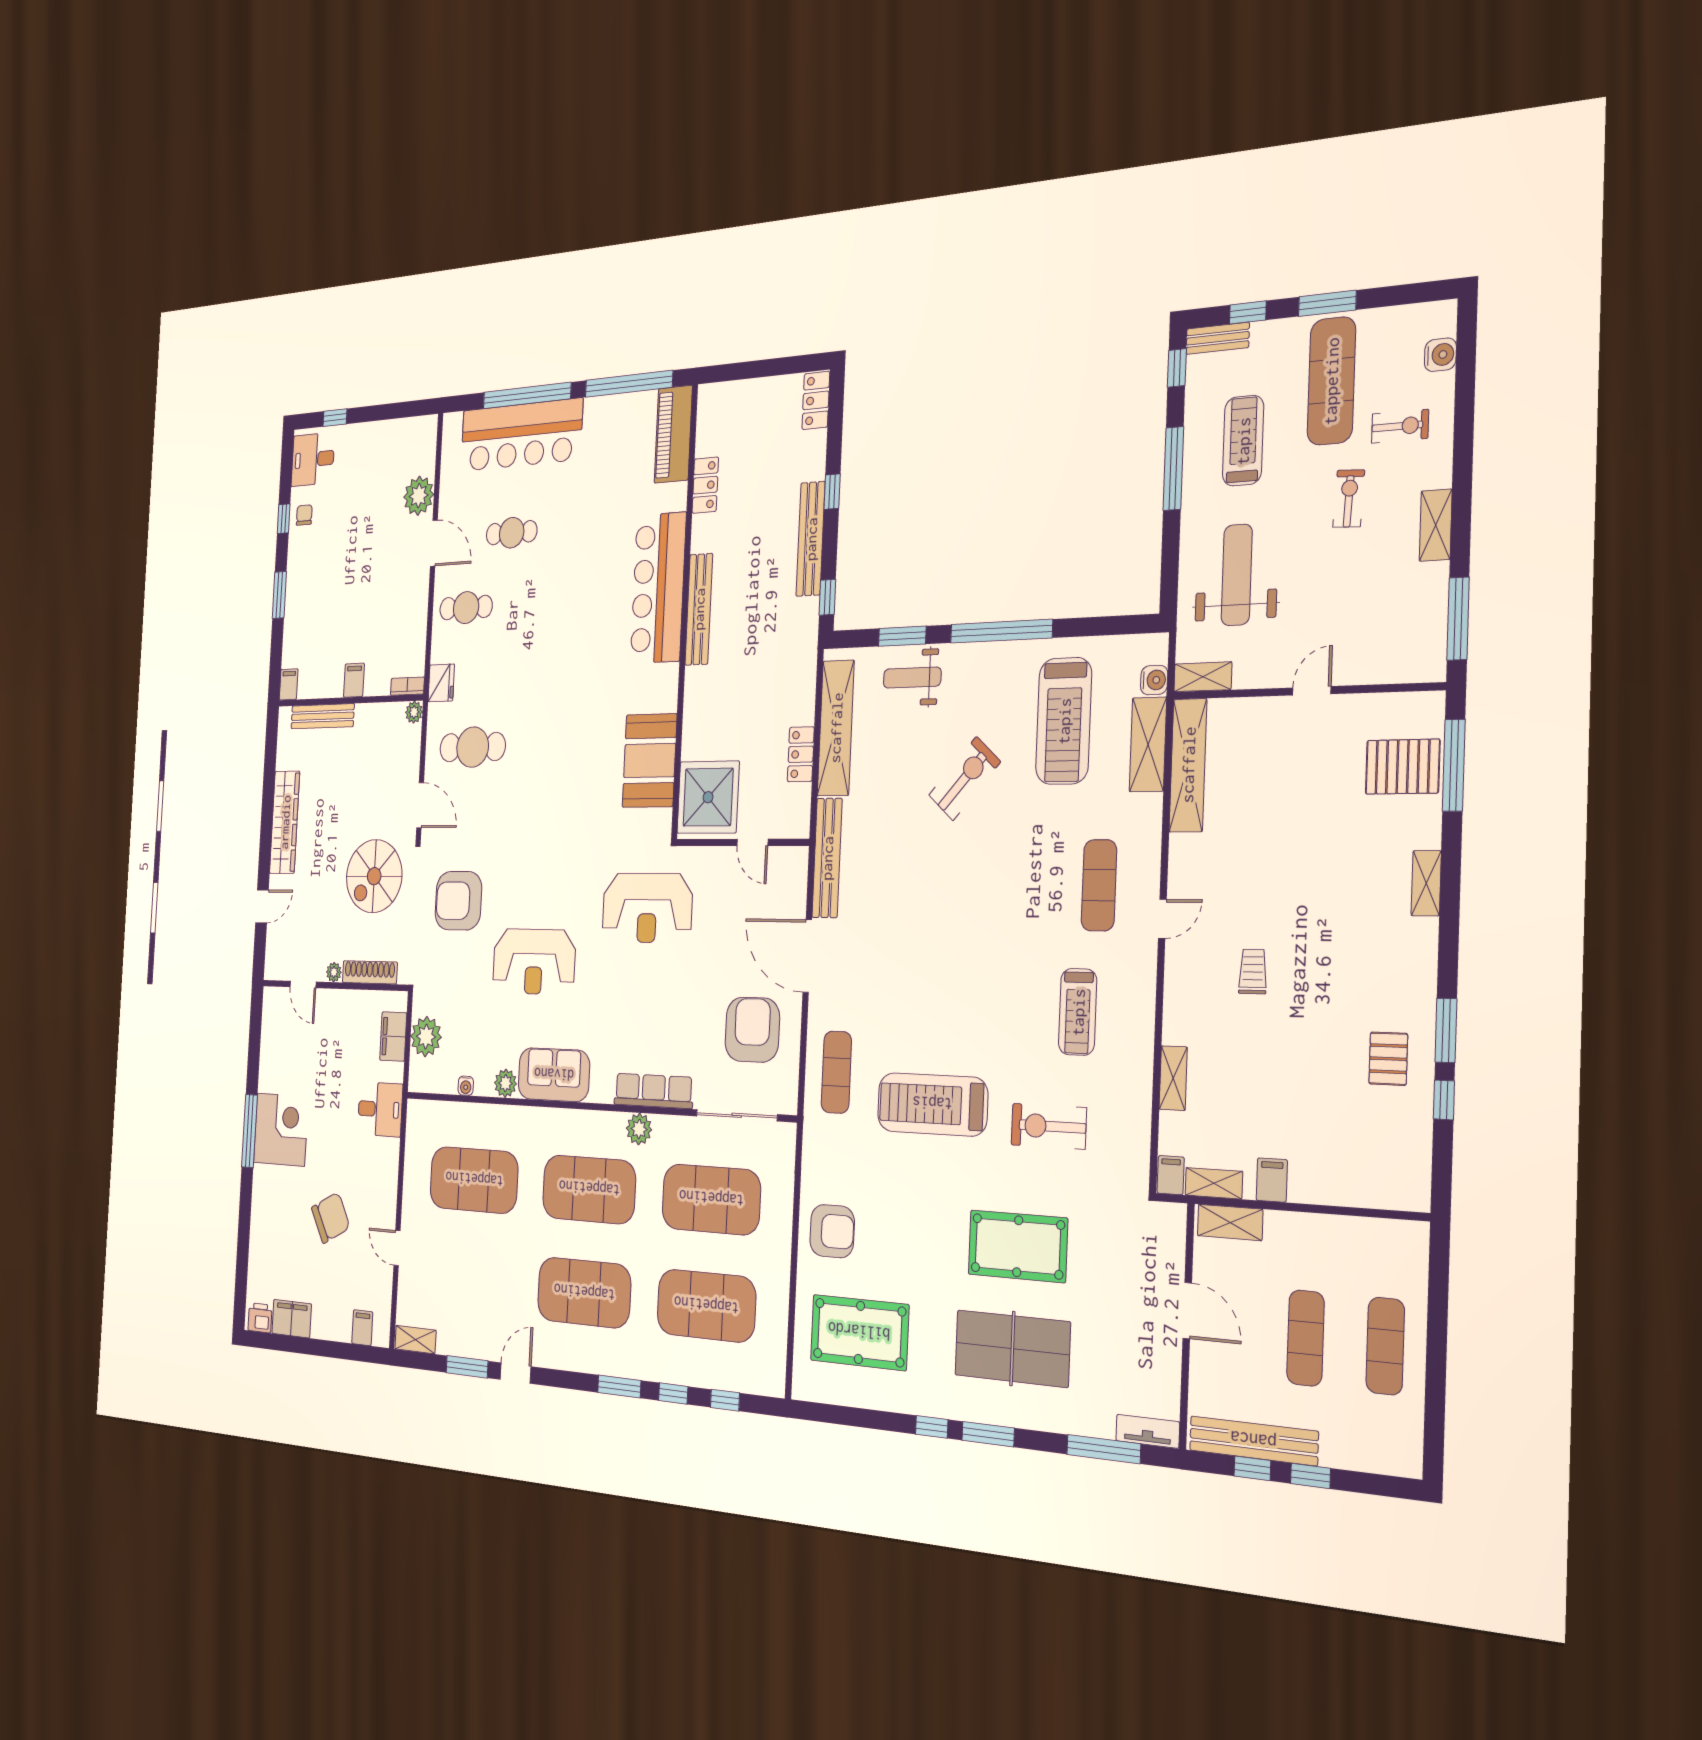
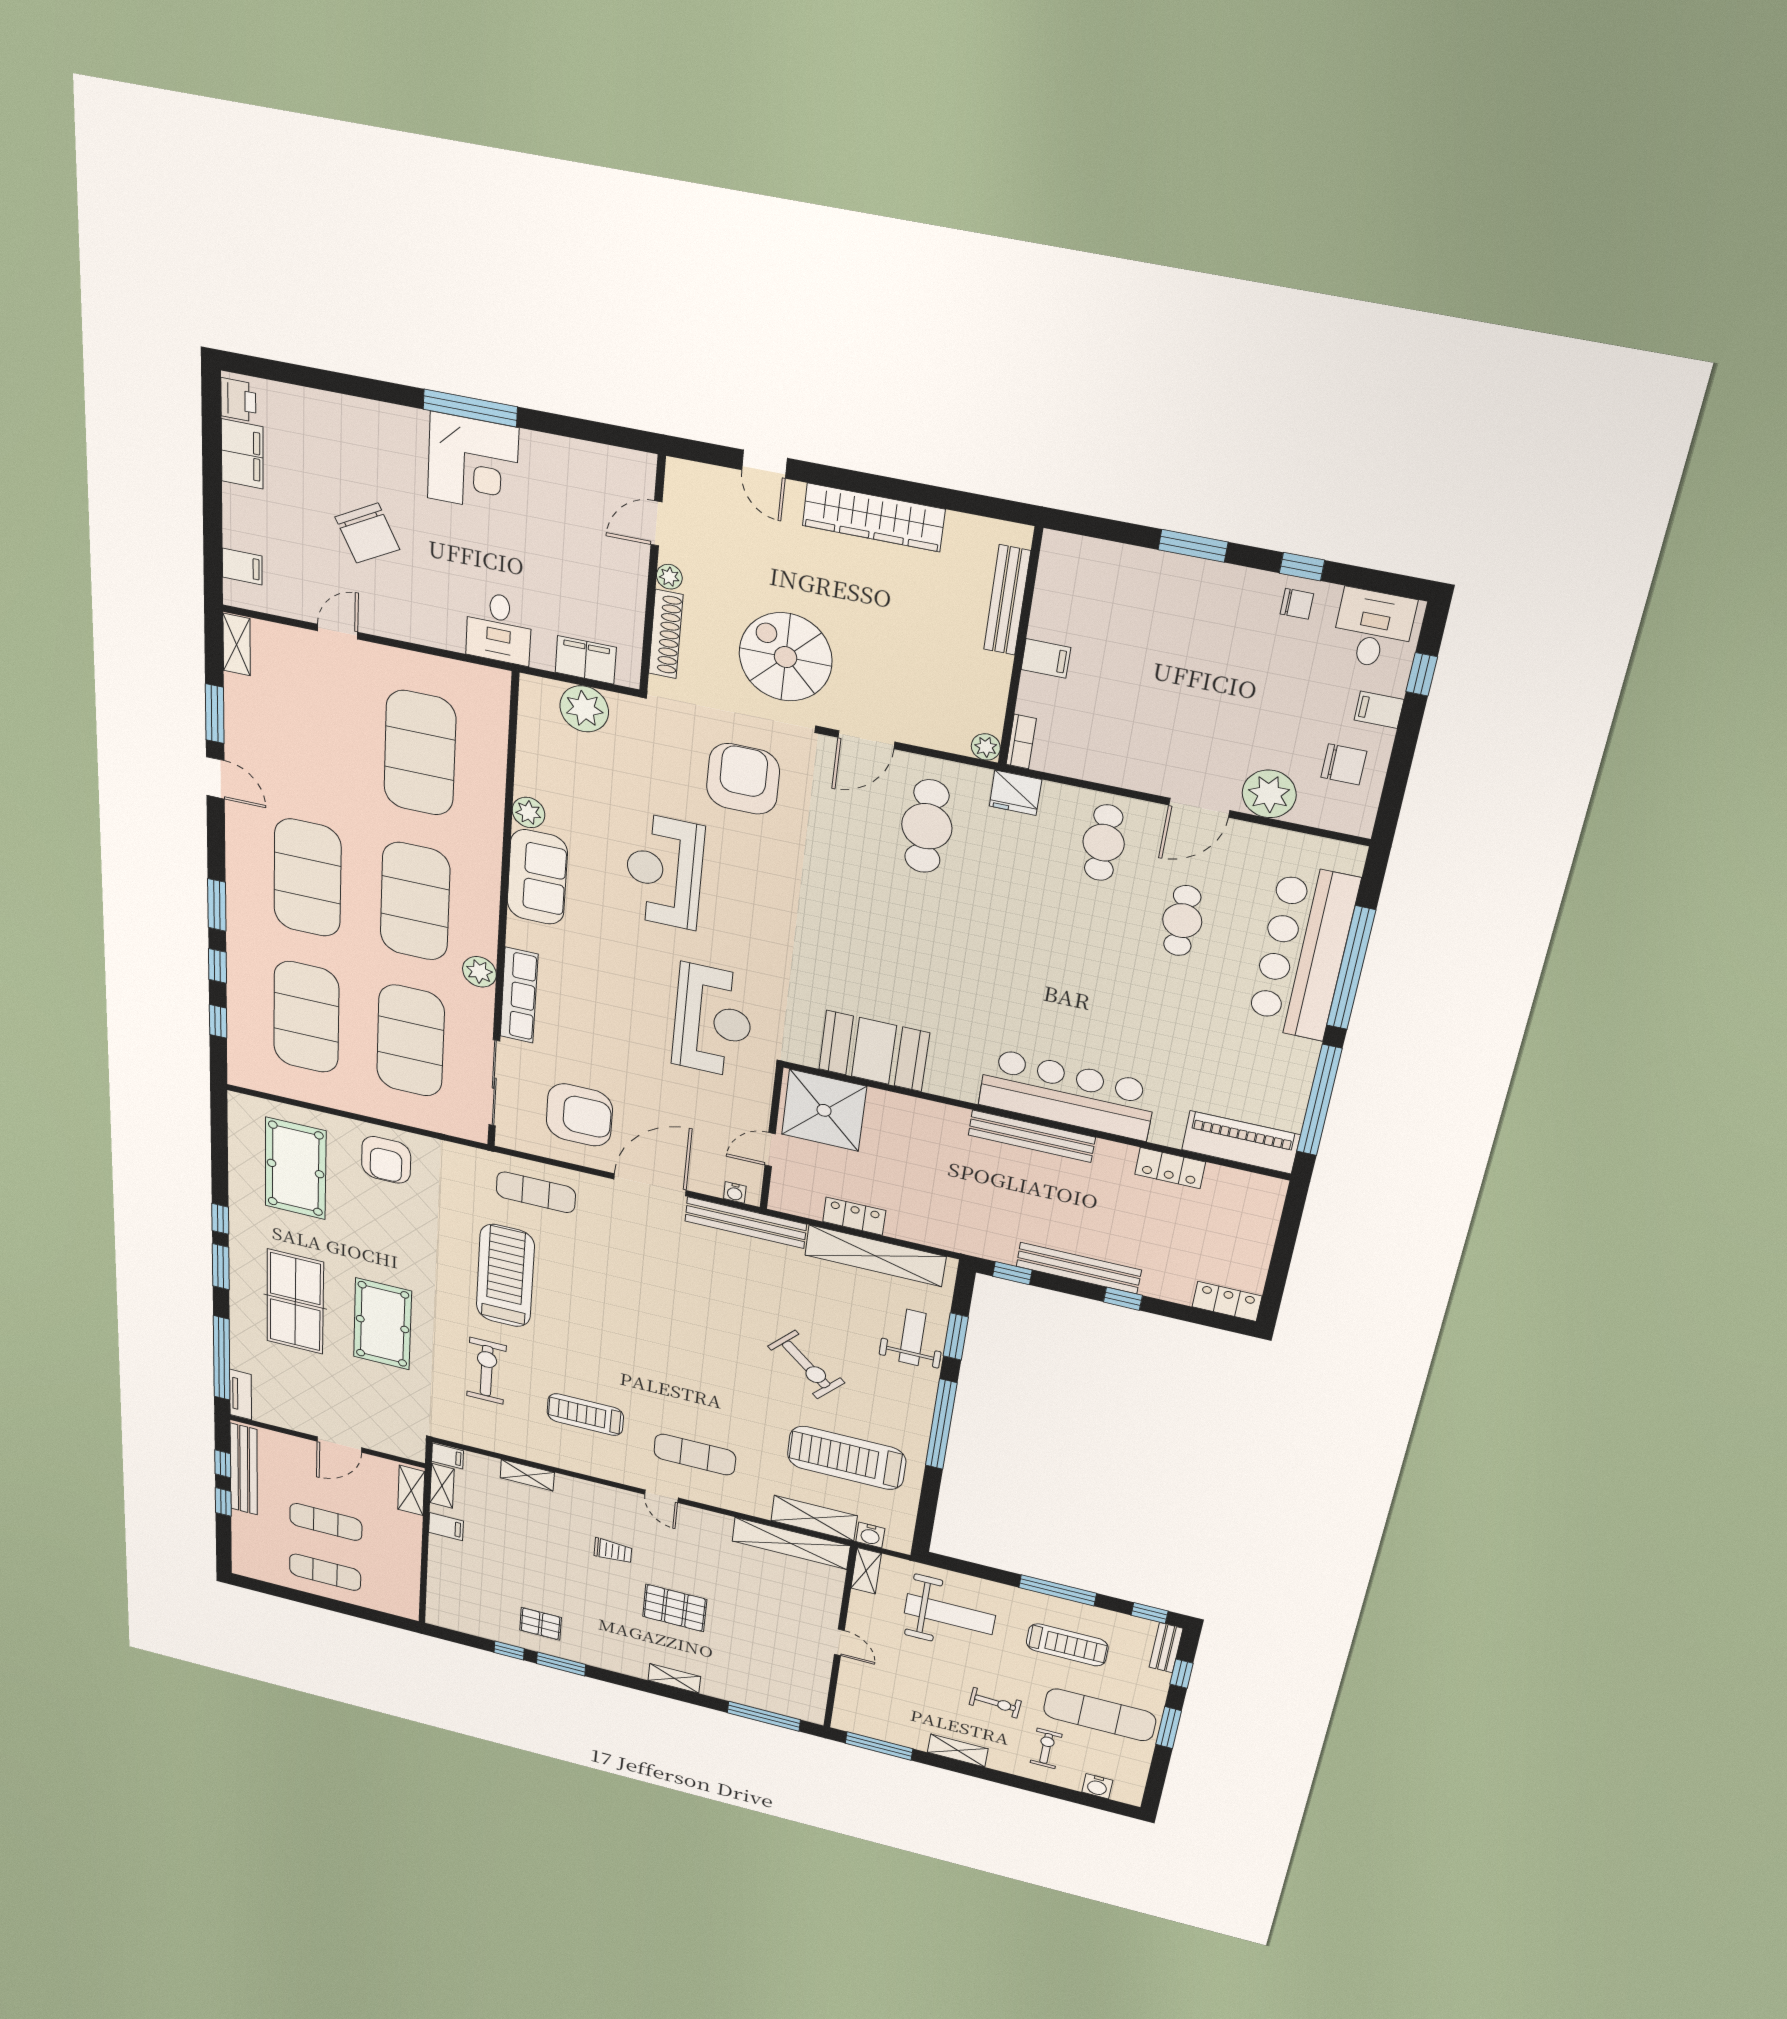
exercise bike: (1400, 426) -> (1046, 1748), turned 180
chair: (394, 450) -> (1344, 764), added
filing cabinet: (289, 684) -> (1379, 710), moved, turned 180
pallet: (1403, 767) -> (675, 1608), moved, turned 90
reception desk: (647, 908) -> (713, 1021), turned 180
water cooler: (466, 1086) -> (735, 1192), moved, turned -90
window: (1104, 1449) -> (222, 1358), width x1.46

